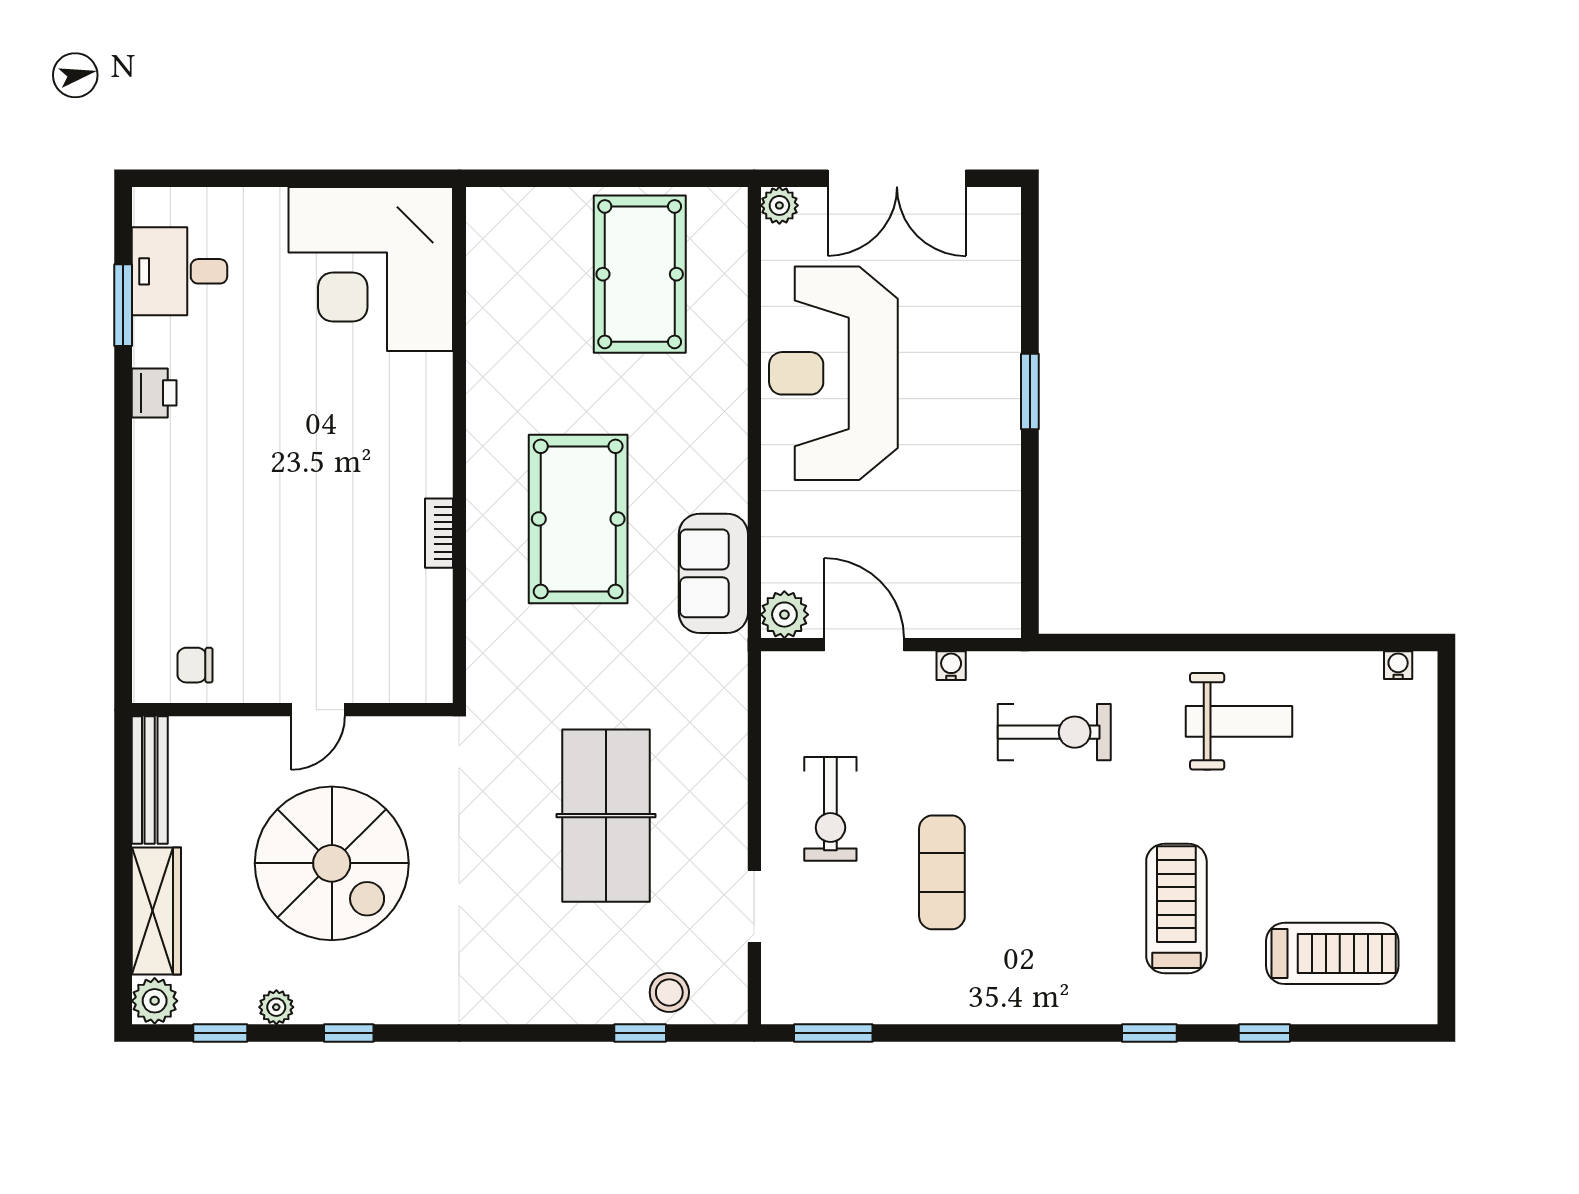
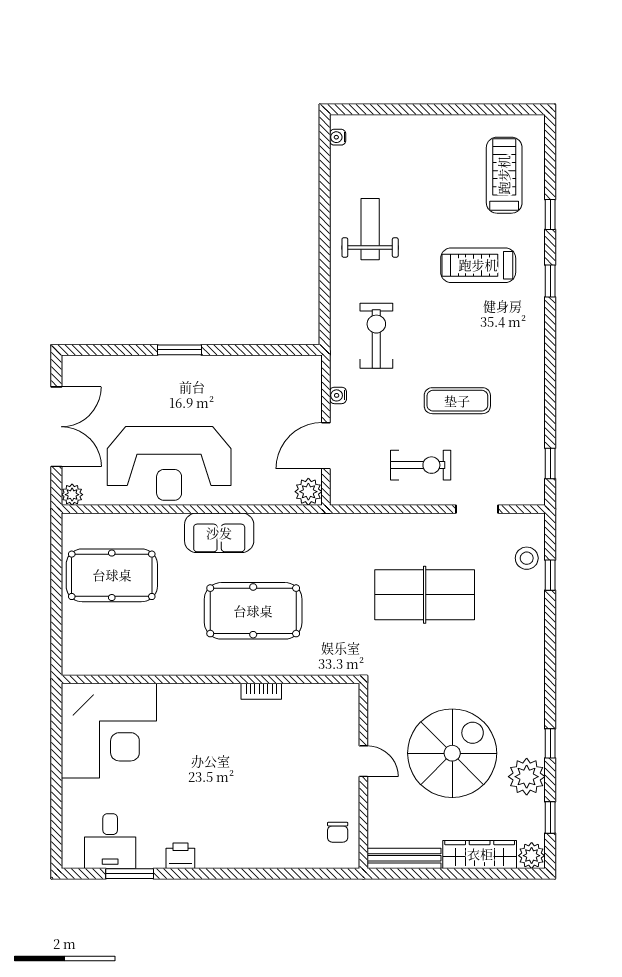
sofa: (713, 573) -> (219, 533), moved
plant: (276, 1007) -> (527, 777), width x1.87, depth x1.87
window: (833, 1033) -> (550, 463), width x0.67

